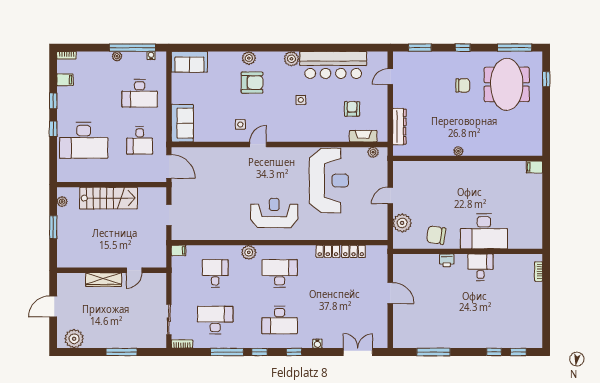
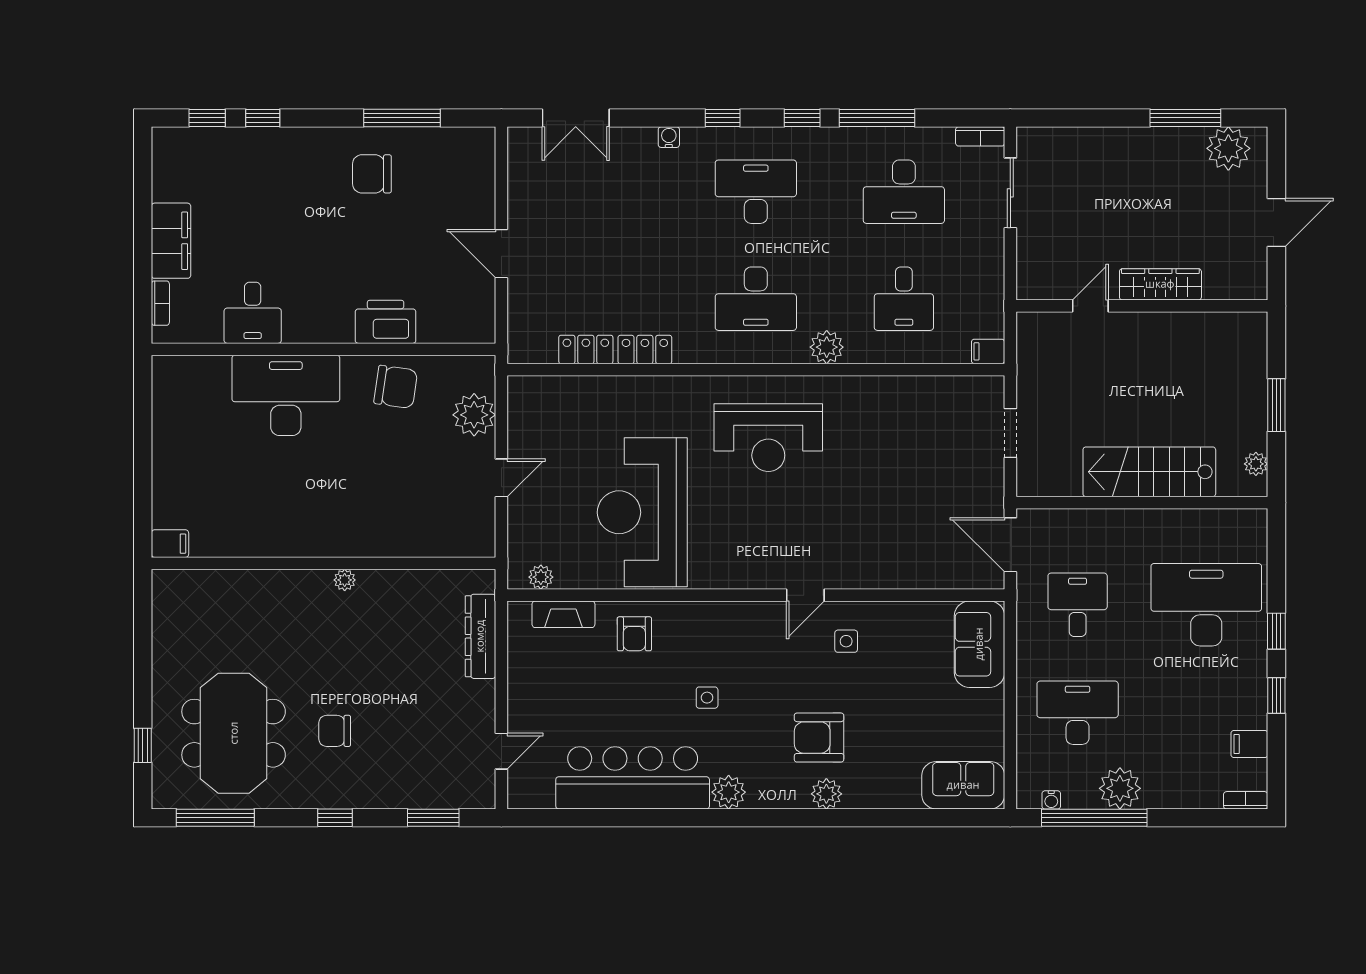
plant: (117, 56) -> (1120, 788), width x1.88, depth x1.88
armchair: (352, 109) -> (634, 634), moved
printer: (447, 260) -> (386, 322), width x1.87, depth x1.48
desk: (480, 267) -> (253, 313), moved
filing cabinet: (534, 299) -> (171, 241), added
chair: (447, 328) -> (372, 174), added
window: (122, 352) -> (1185, 118), moved

